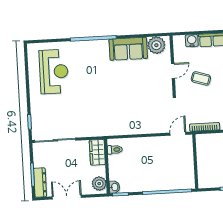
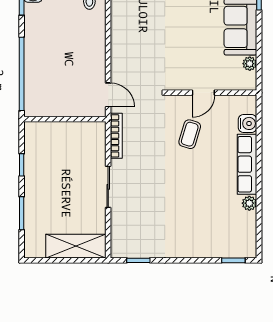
plant: (156, 45) -> (250, 64), width x0.53, depth x0.53
door: (173, 71) -> (203, 93), hinge flipped

